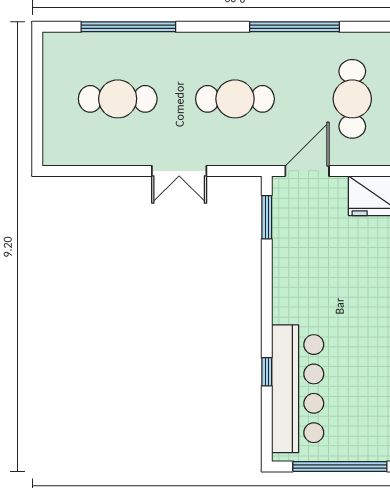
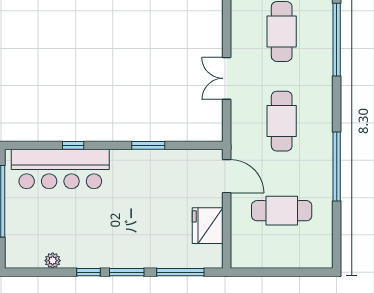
window: (267, 217) -> (148, 145), moved

